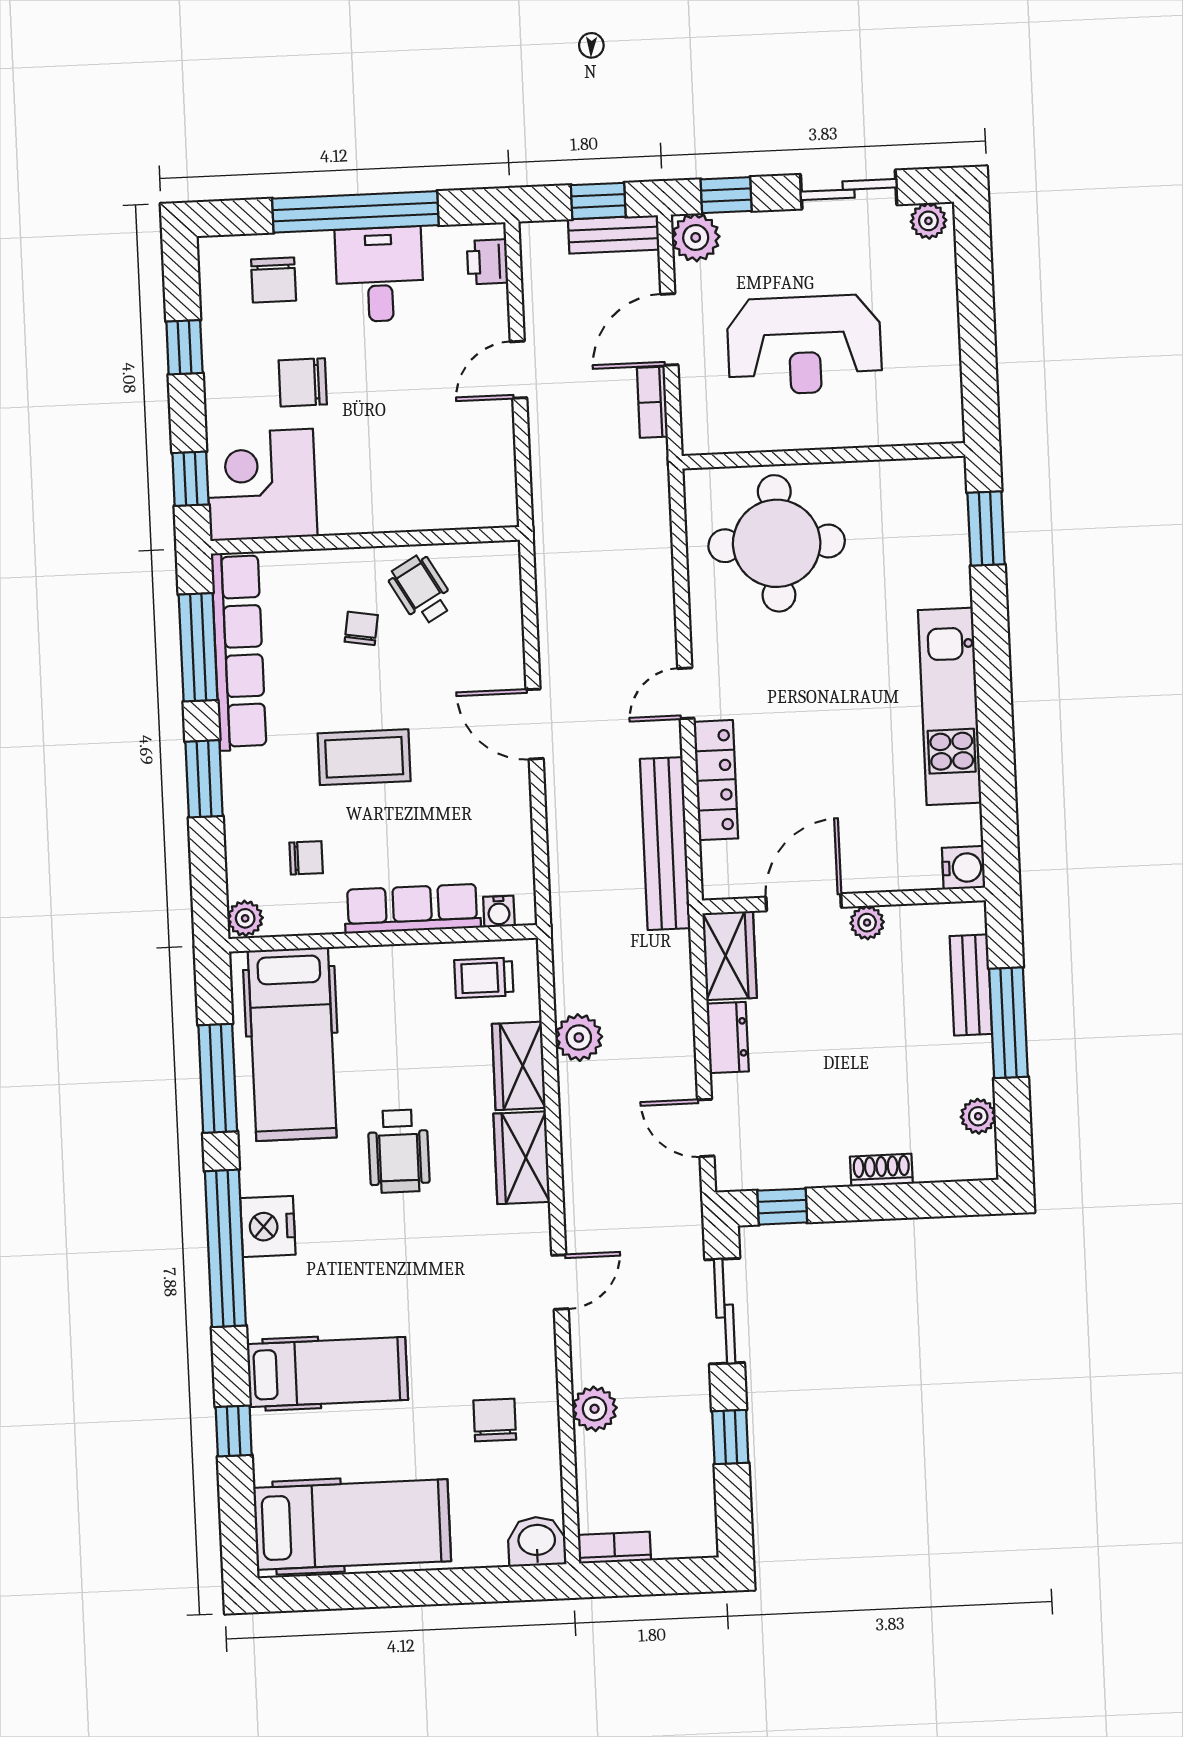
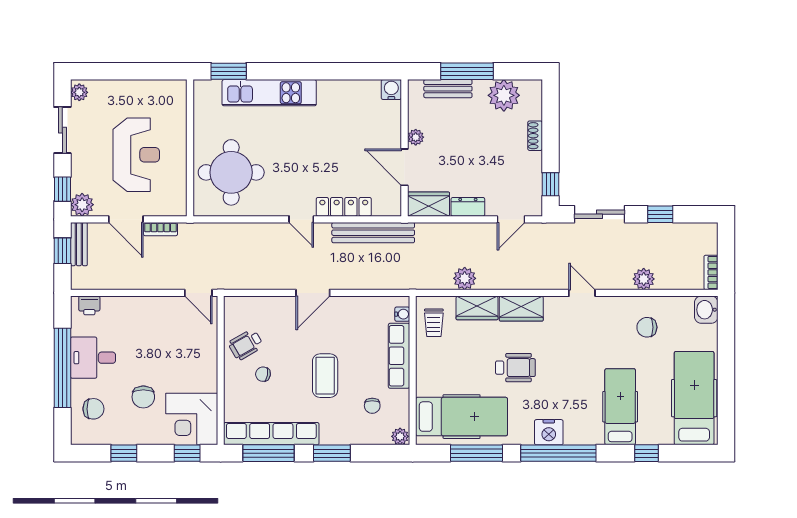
door: (519, 370) -> (198, 293), moved
kitchen unit: (950, 706) -> (269, 93), moved
chair: (306, 858) -> (372, 406), turned 180
plant: (978, 1116) -> (504, 95), width x1.88, depth x1.88

